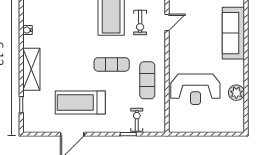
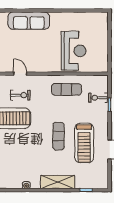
exercise mat: (112, 64) -> (58, 136), moved
plant: (236, 93) -> (76, 18), removed

